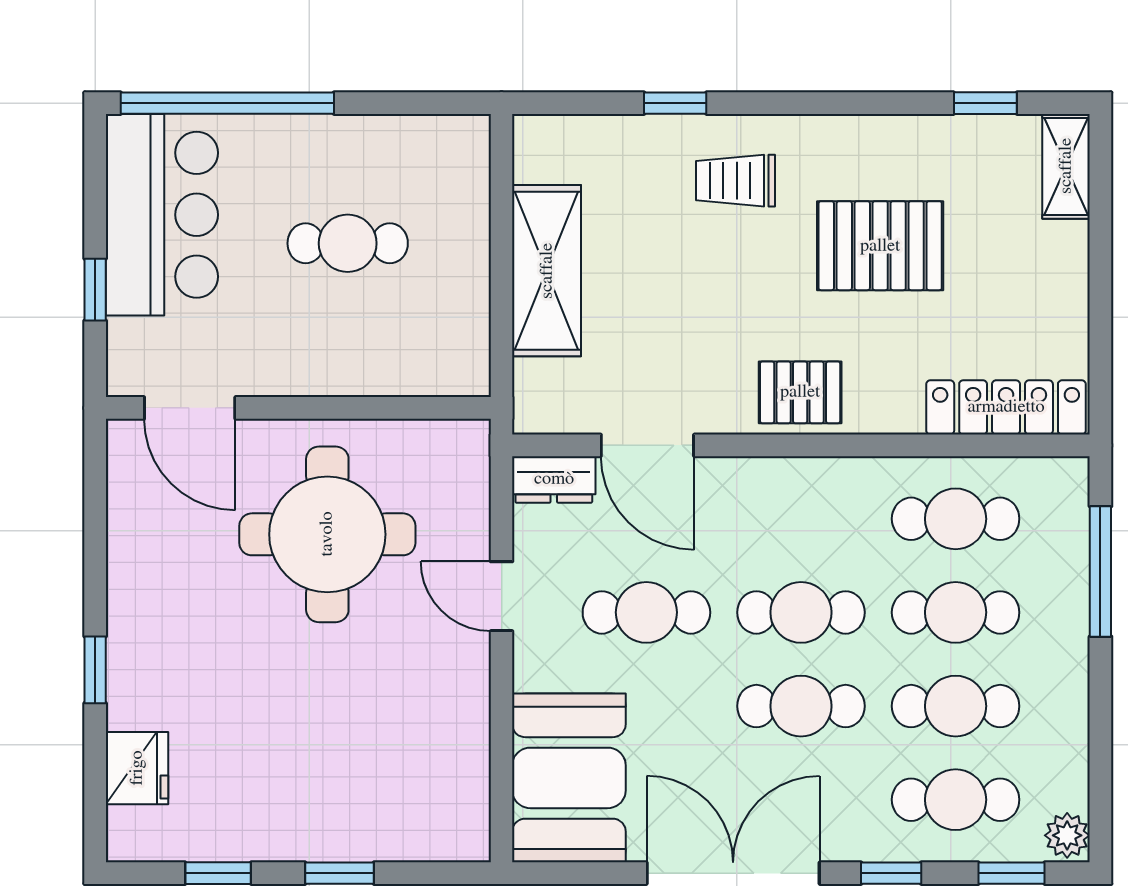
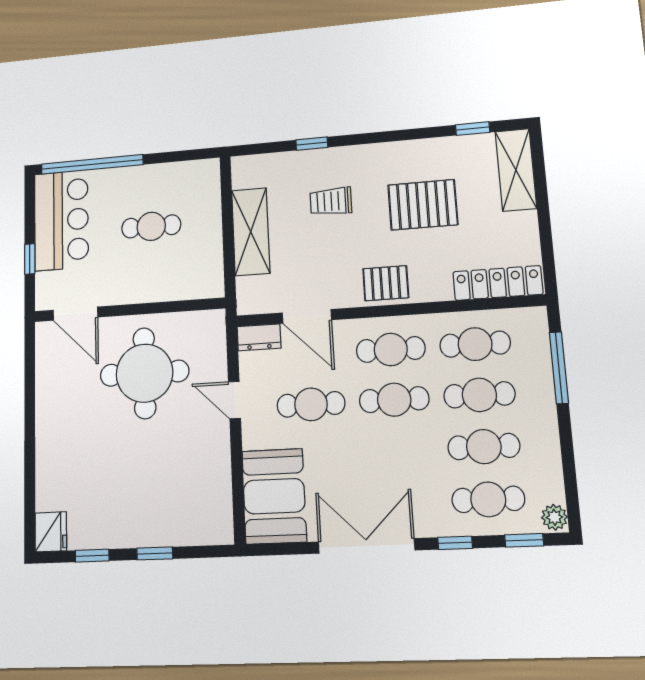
shelving: (1066, 166) -> (516, 170), width x1.50, depth x1.33
trolley: (736, 181) -> (331, 201), moved
window: (95, 670) -> (30, 450), removed
cafe table: (801, 706) -> (391, 349), moved
fridge: (137, 768) -> (51, 532), moved

